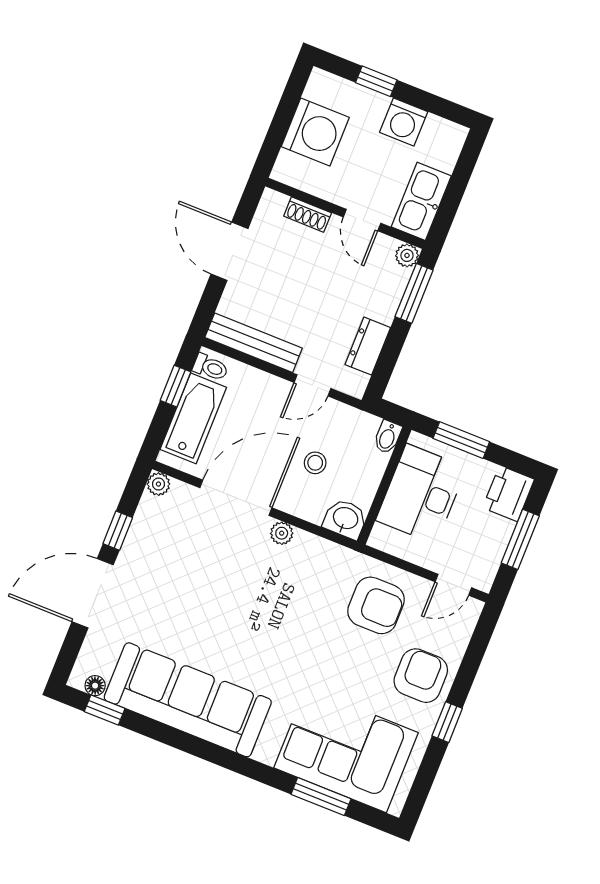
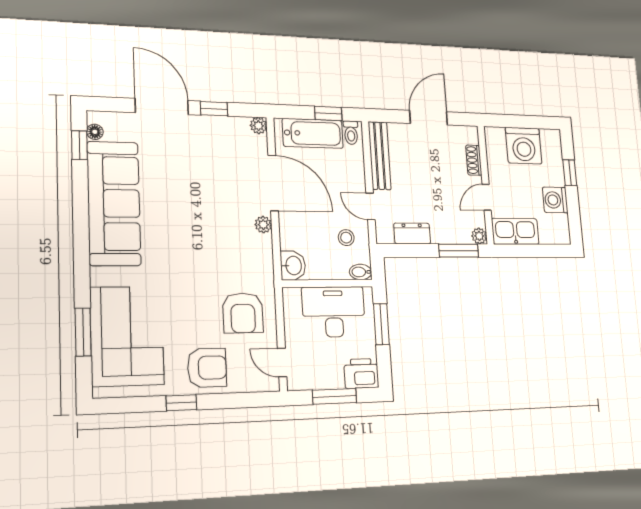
stool: (315, 463) -> (346, 238), moved

